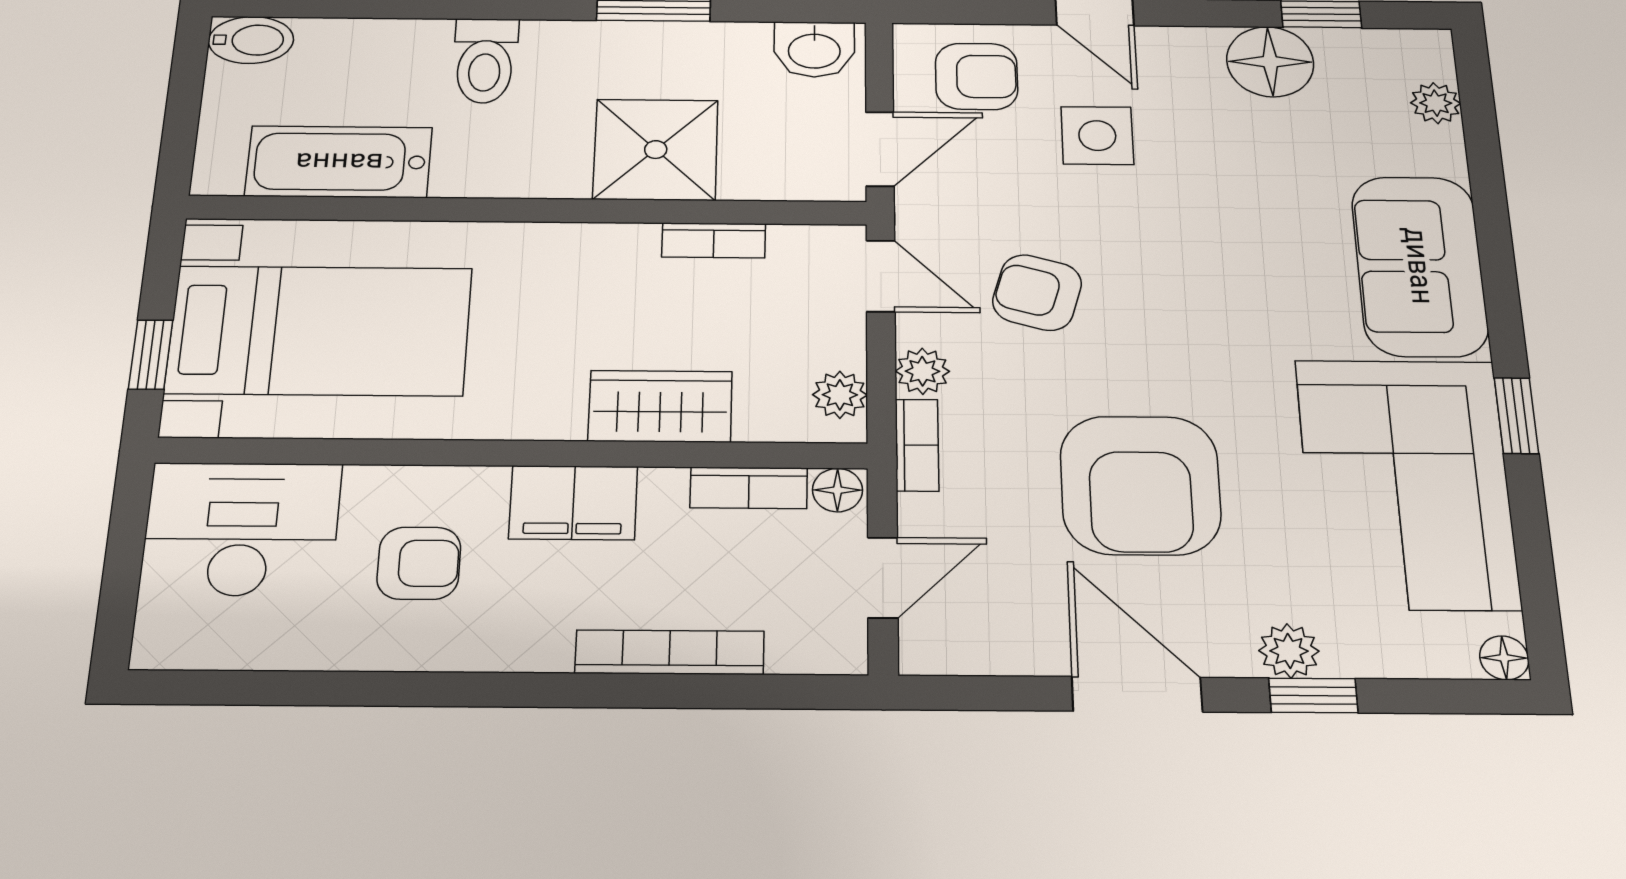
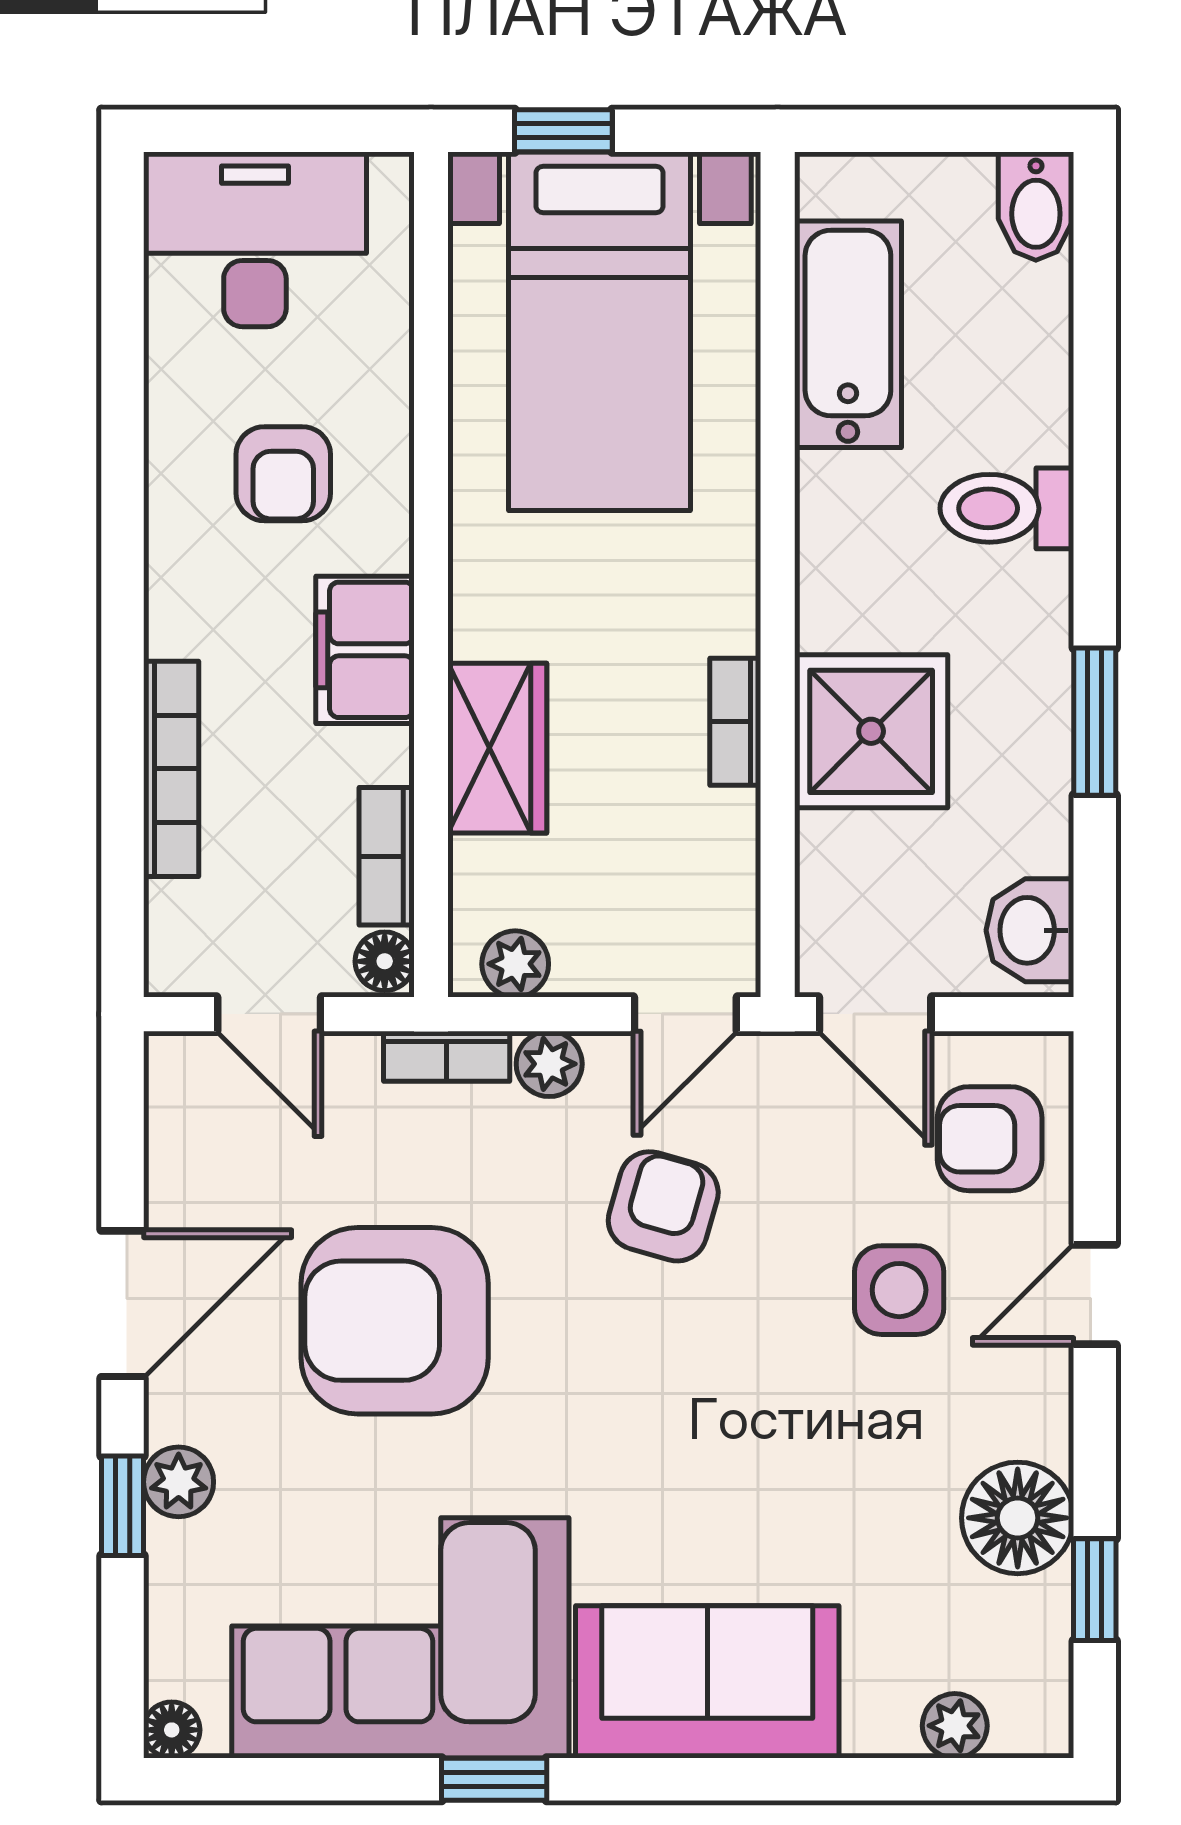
armchair: (977, 76) -> (990, 1139), turned 90
bookcase: (714, 240) -> (735, 722), moved
desk: (241, 529) -> (255, 239), moved, turned -90

